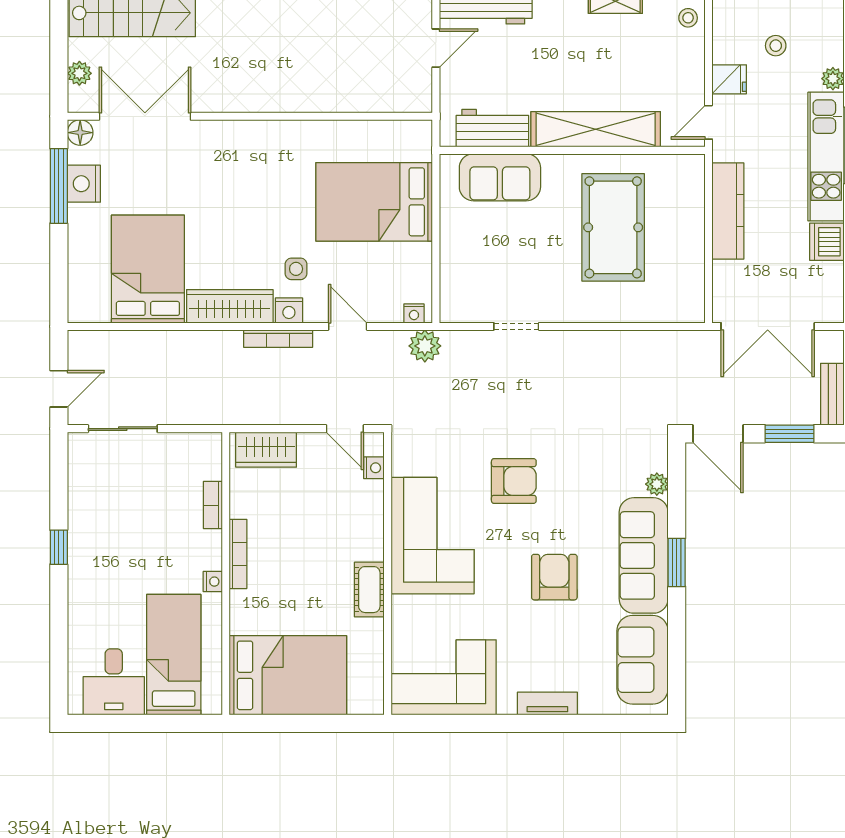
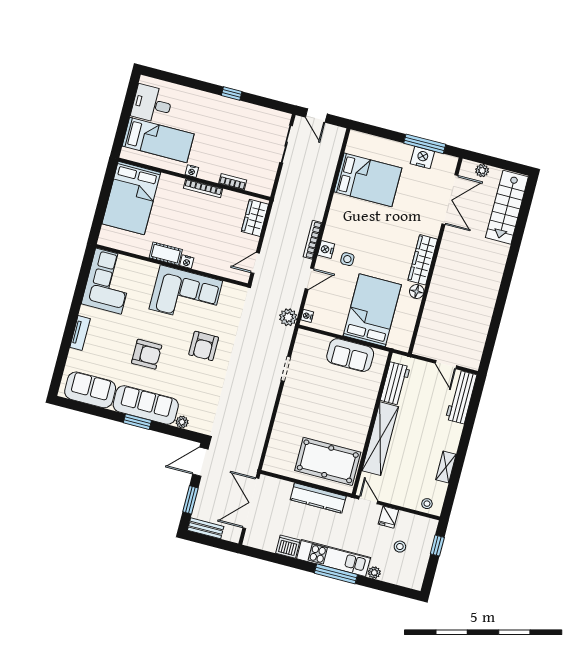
floor lamp: (80, 133) -> (417, 292), moved
sofa: (500, 177) -> (350, 355), moved, turned -90
pool table: (613, 227) -> (328, 461), moved
wardrobe: (230, 306) -> (423, 260), moved, turned 180
nightstand: (374, 468) -> (187, 262), moved

